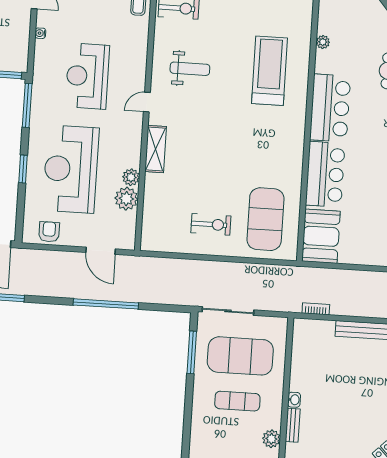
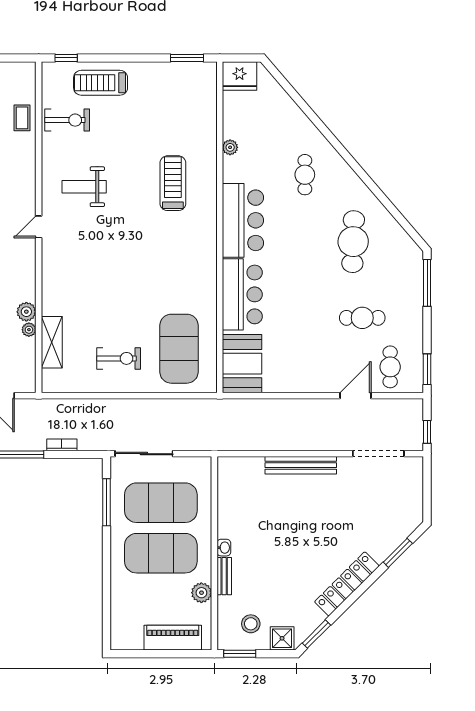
weight bench: (190, 69) -> (84, 187), turned 180
treadmill: (270, 71) -> (173, 183), width x0.73, depth x0.73
shelving: (156, 149) -> (52, 342), moved
plant: (126, 199) -> (29, 330), width x0.53, depth x0.53
bookcase: (316, 309) -> (62, 445), moved
exercise mat: (237, 401) -> (161, 553), width x2.00, depth x1.45

